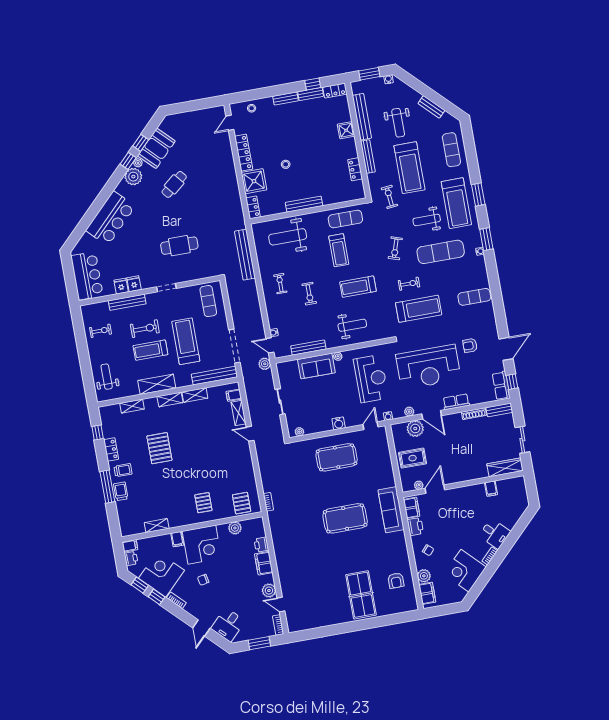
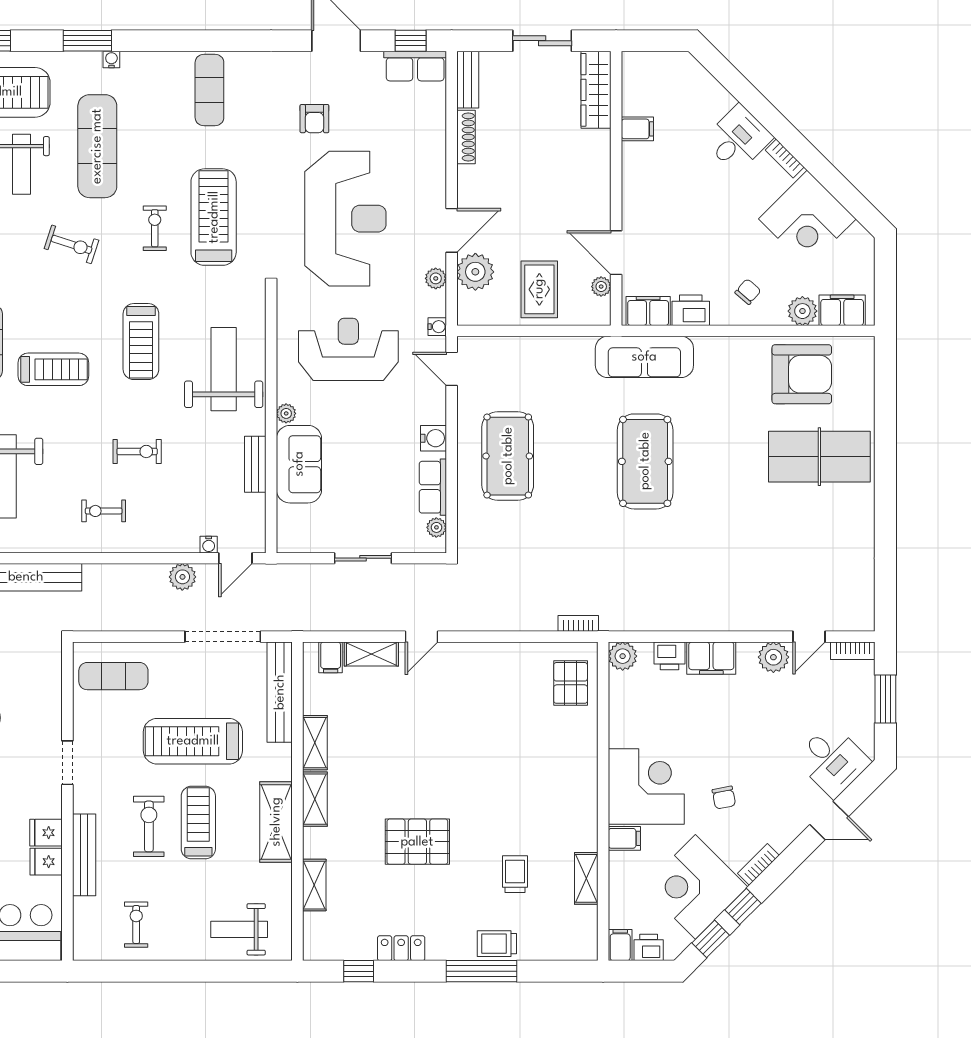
weight bench: (352, 325) -> (224, 369), width x1.36, depth x1.33
bench: (308, 348) -> (255, 464), width x0.73
treadmill: (150, 350) -> (198, 823), turned 180
plant: (265, 364) -> (182, 577), moved
row of seats: (456, 402) -> (433, 487), moved
trolley: (123, 470) -> (515, 874), moved
pallet: (203, 503) -> (554, 767), removed
pallet: (242, 503) -> (571, 683), turned 90
plant: (235, 528) -> (623, 656), moved
armchair: (396, 581) -> (802, 374), width x1.88, depth x1.88

